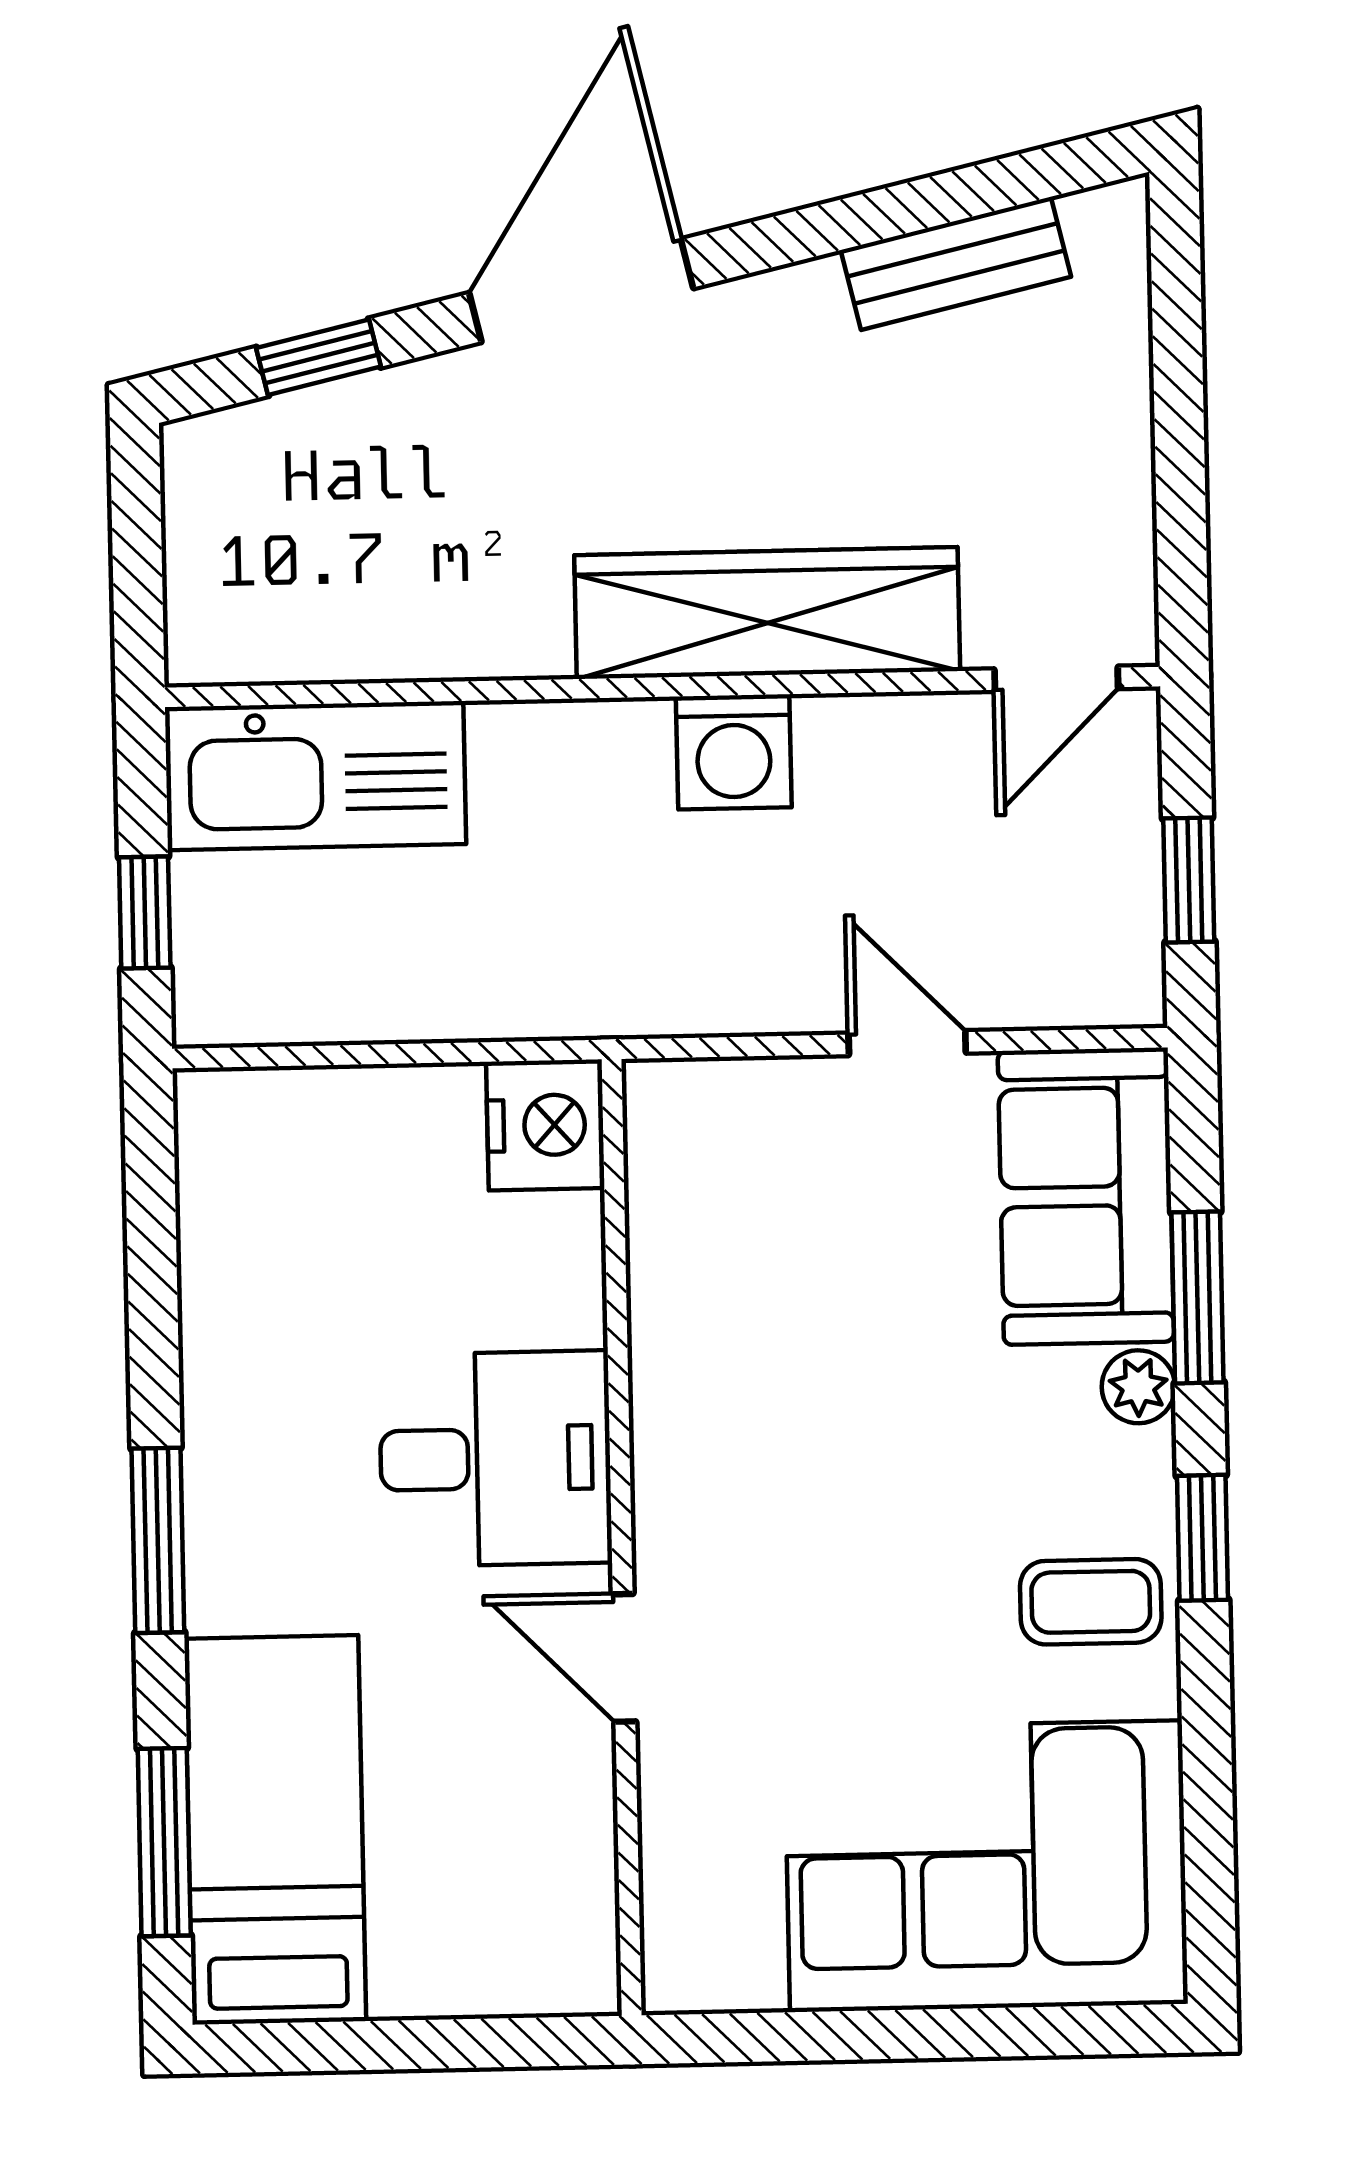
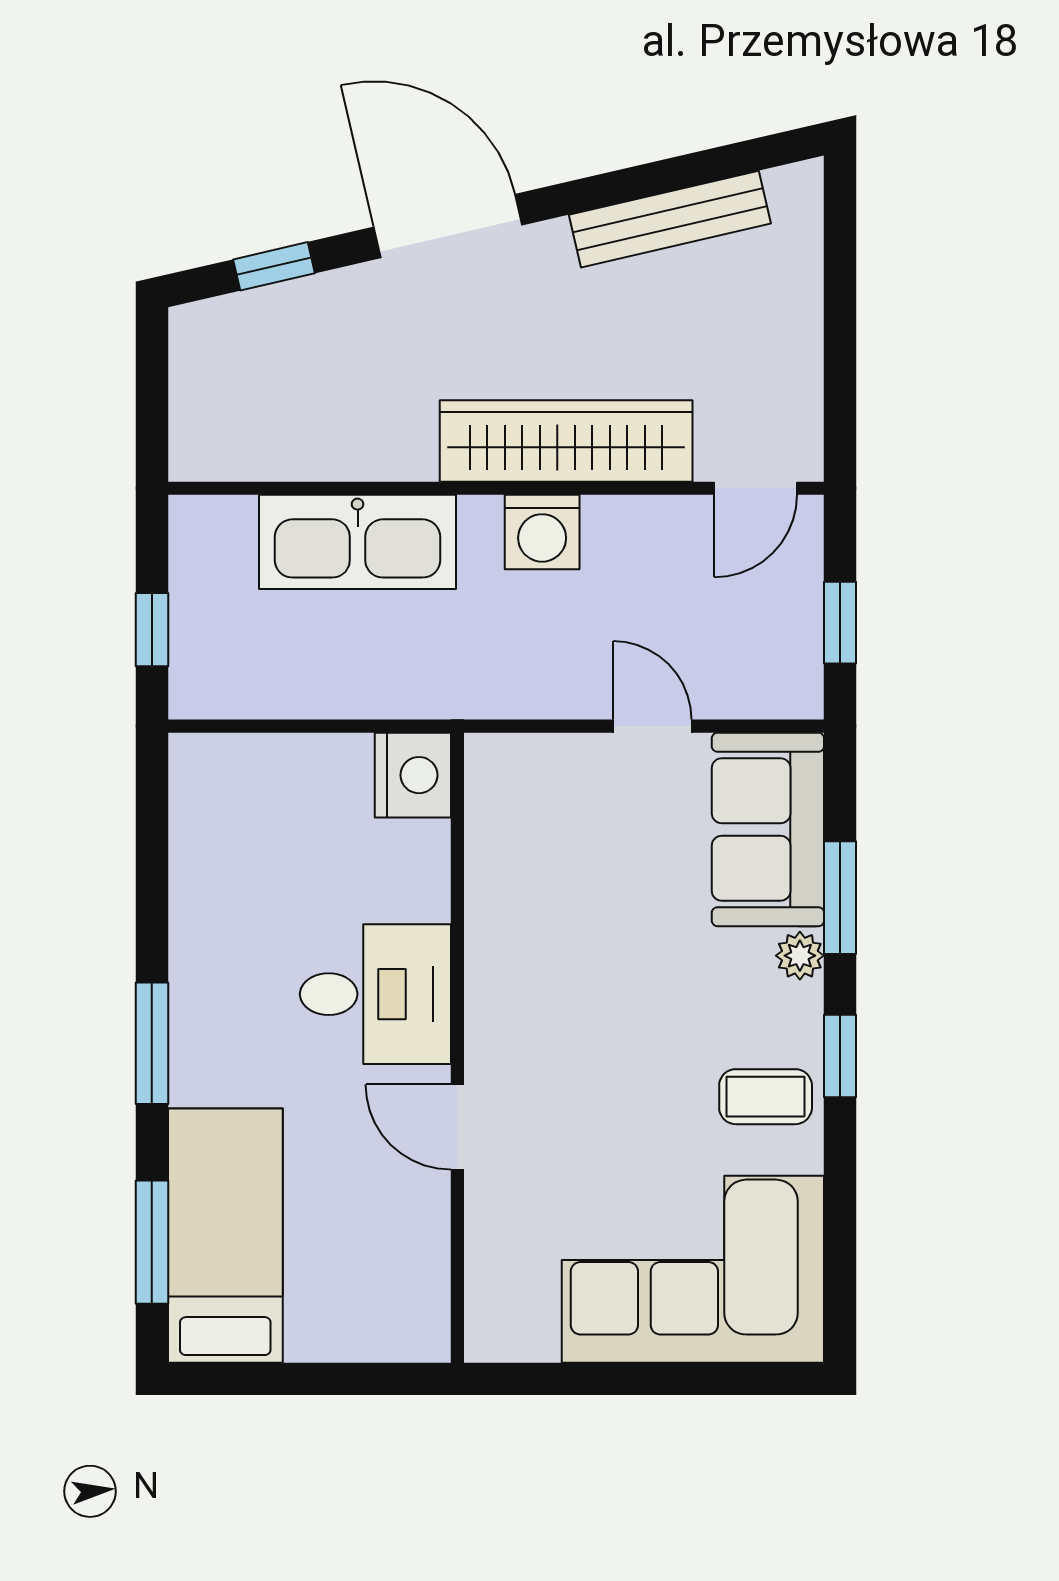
bench: (956, 263) -> (670, 219), width x1.36
door: (581, 291) -> (448, 226), hinge flipped
kitchen sink: (315, 776) -> (358, 542), moved

